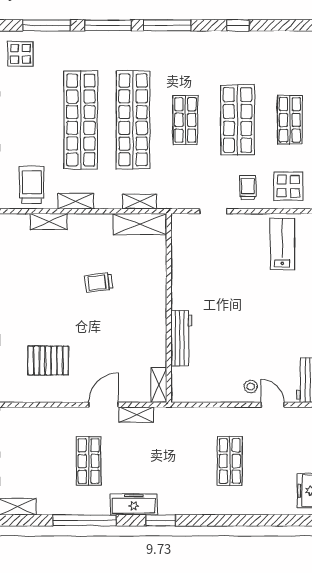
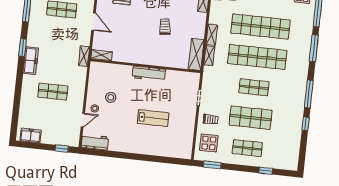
window: (167, 25) -> (309, 94), moved
shelving: (76, 201) -> (212, 35), moved
lab bench: (282, 244) -> (153, 118), moved
workbench: (181, 338) -> (149, 74), moved
stool: (229, 361) -> (111, 97), added
shelving: (136, 415) -> (84, 56), moved
freezer: (134, 504) -> (31, 61), moved

